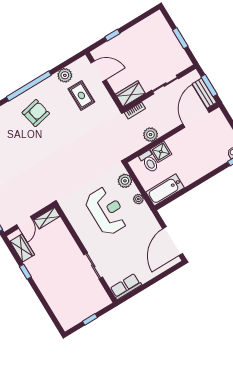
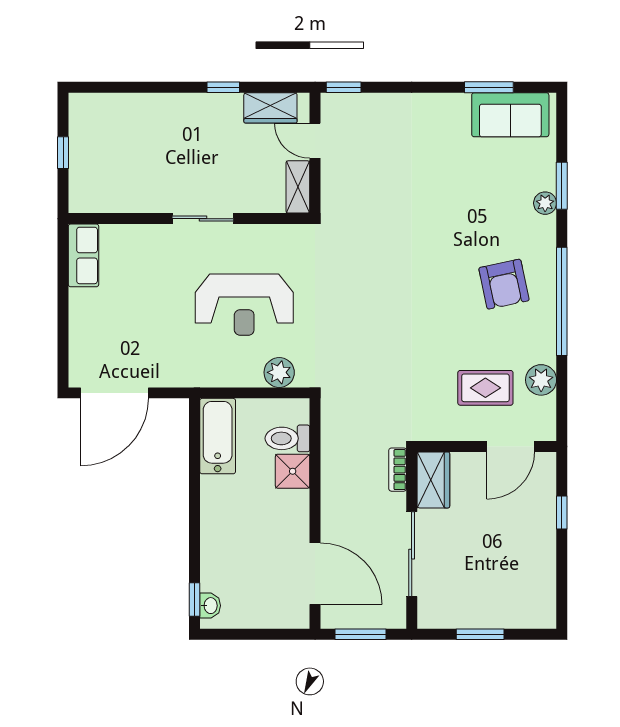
sliding door: (165, 85) -> (412, 554), width x1.37
bench: (204, 93) -> (352, 617), removed
plant: (151, 135) -> (336, 471), removed
plant: (138, 199) -> (231, 377), removed
door: (173, 241) -> (114, 393), swing flipped
sliding door: (93, 266) -> (203, 219), moved

